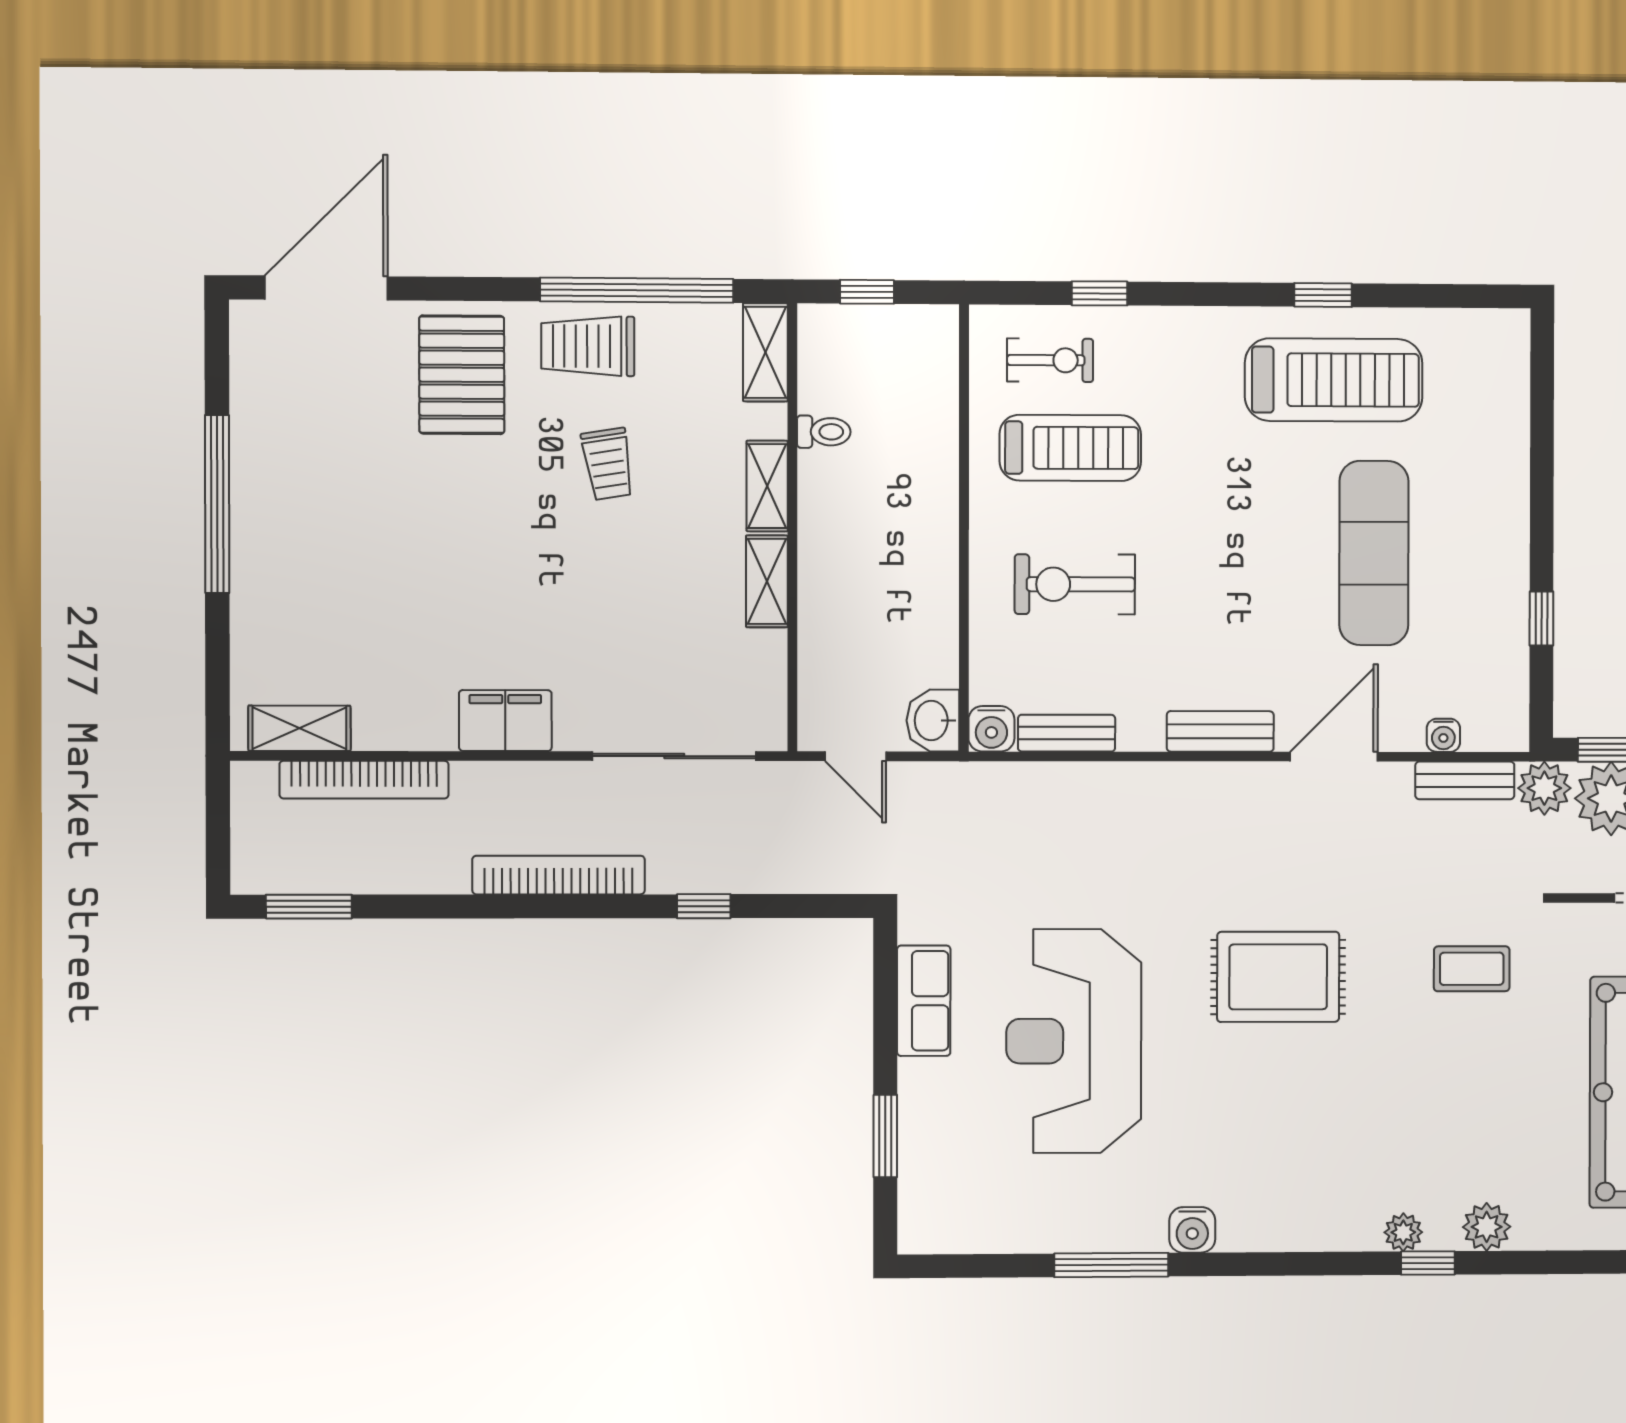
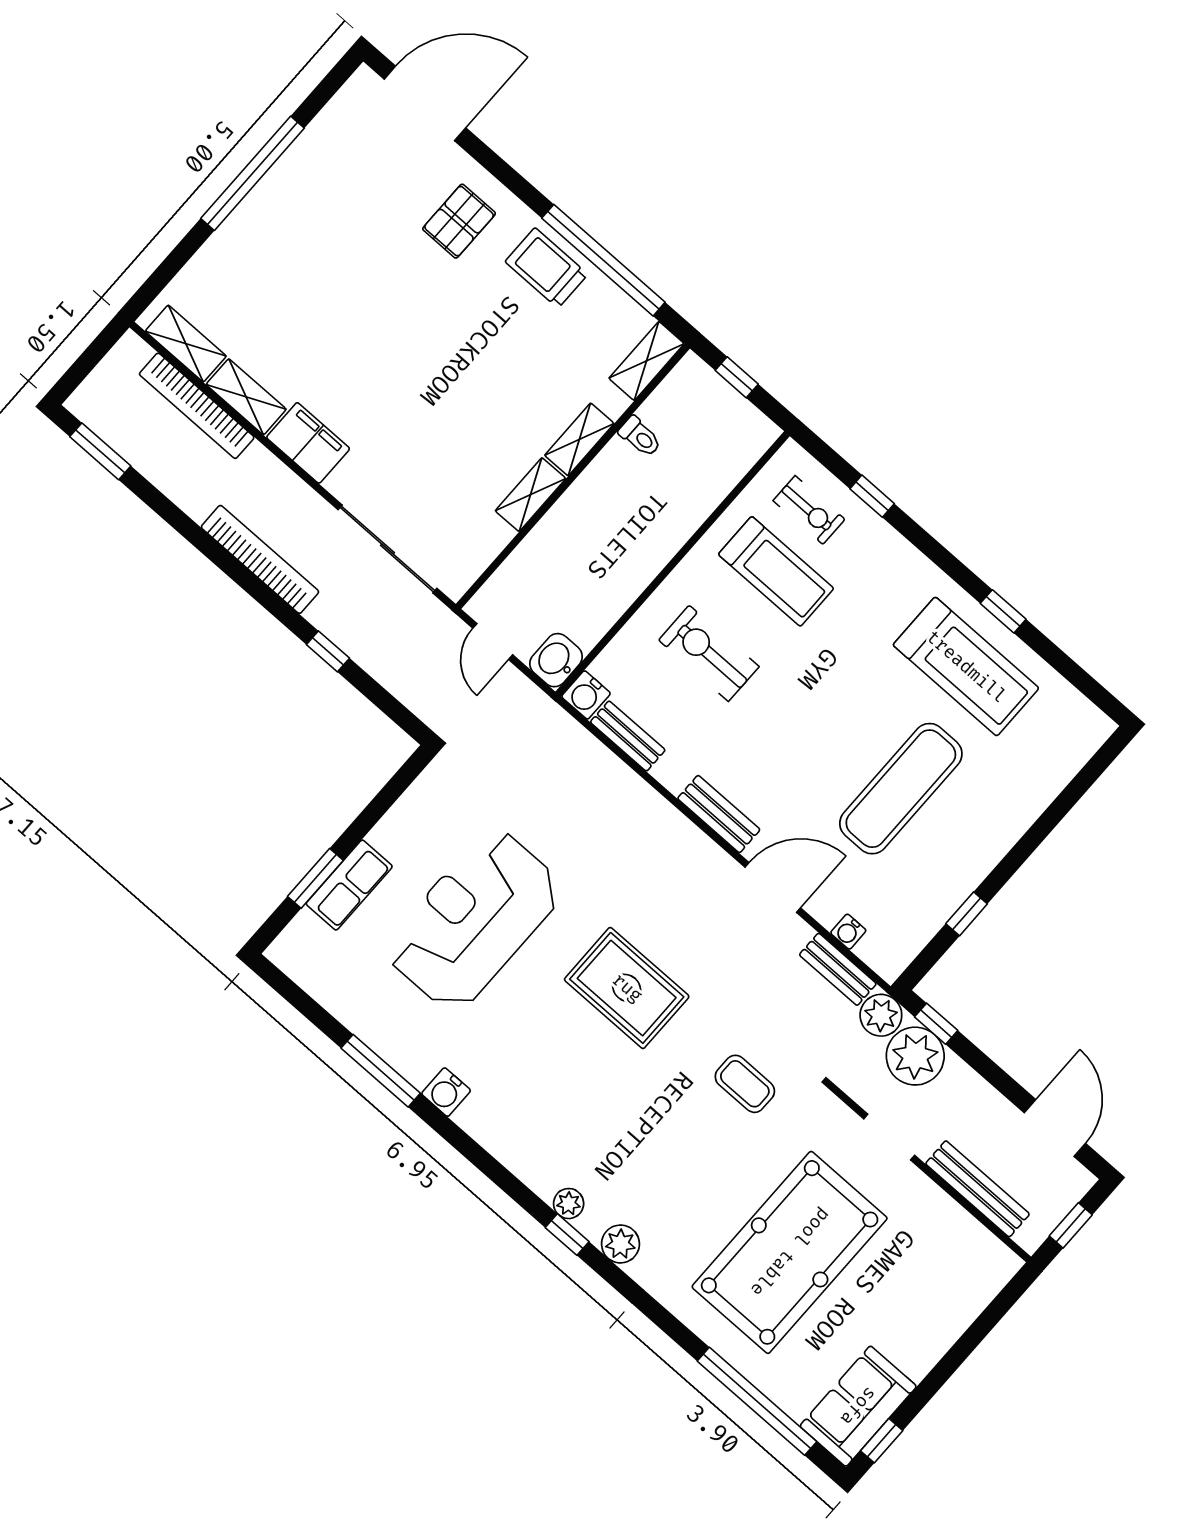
pallet: (462, 375) -> (459, 221), width x0.67, depth x0.71
trolley: (608, 464) -> (498, 346), removed
shelving: (405, 729) -> (246, 397), added
row of seats: (924, 1001) -> (349, 885), moved

